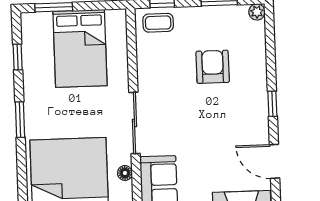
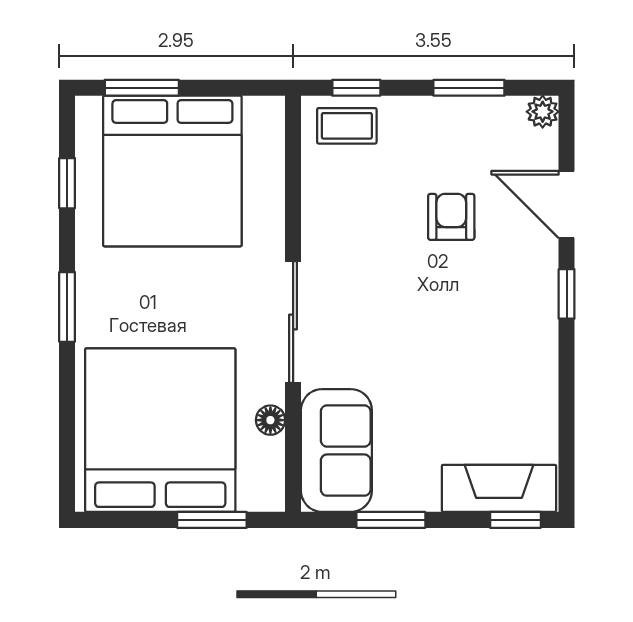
bed: (80, 48) -> (172, 171), width x1.36
armchair: (213, 67) -> (451, 217), width x0.72, depth x0.72
door: (275, 161) -> (567, 205), moved

